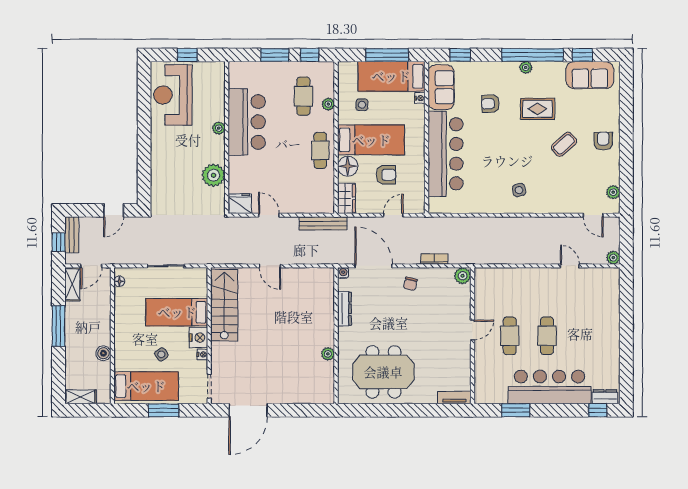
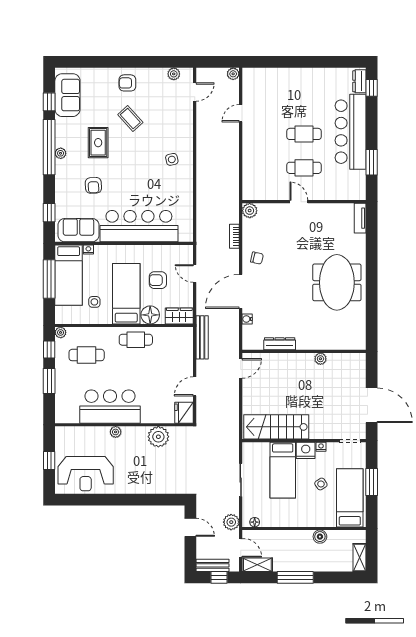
plant: (328, 104) -> (61, 332), moved
armchair: (386, 175) -> (158, 280), turned -90
plant: (119, 256) -> (231, 522), added
door: (270, 266) -> (241, 368), moved
dresser: (344, 309) -> (280, 344), moved
wall: (336, 336) -> (304, 351), moved
plant: (328, 354) -> (320, 359), moved

